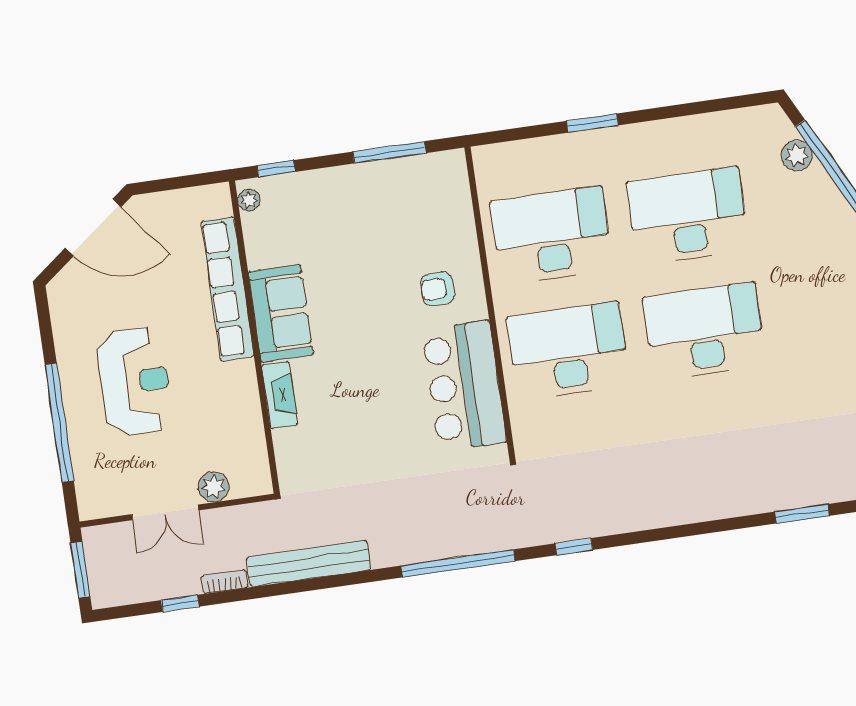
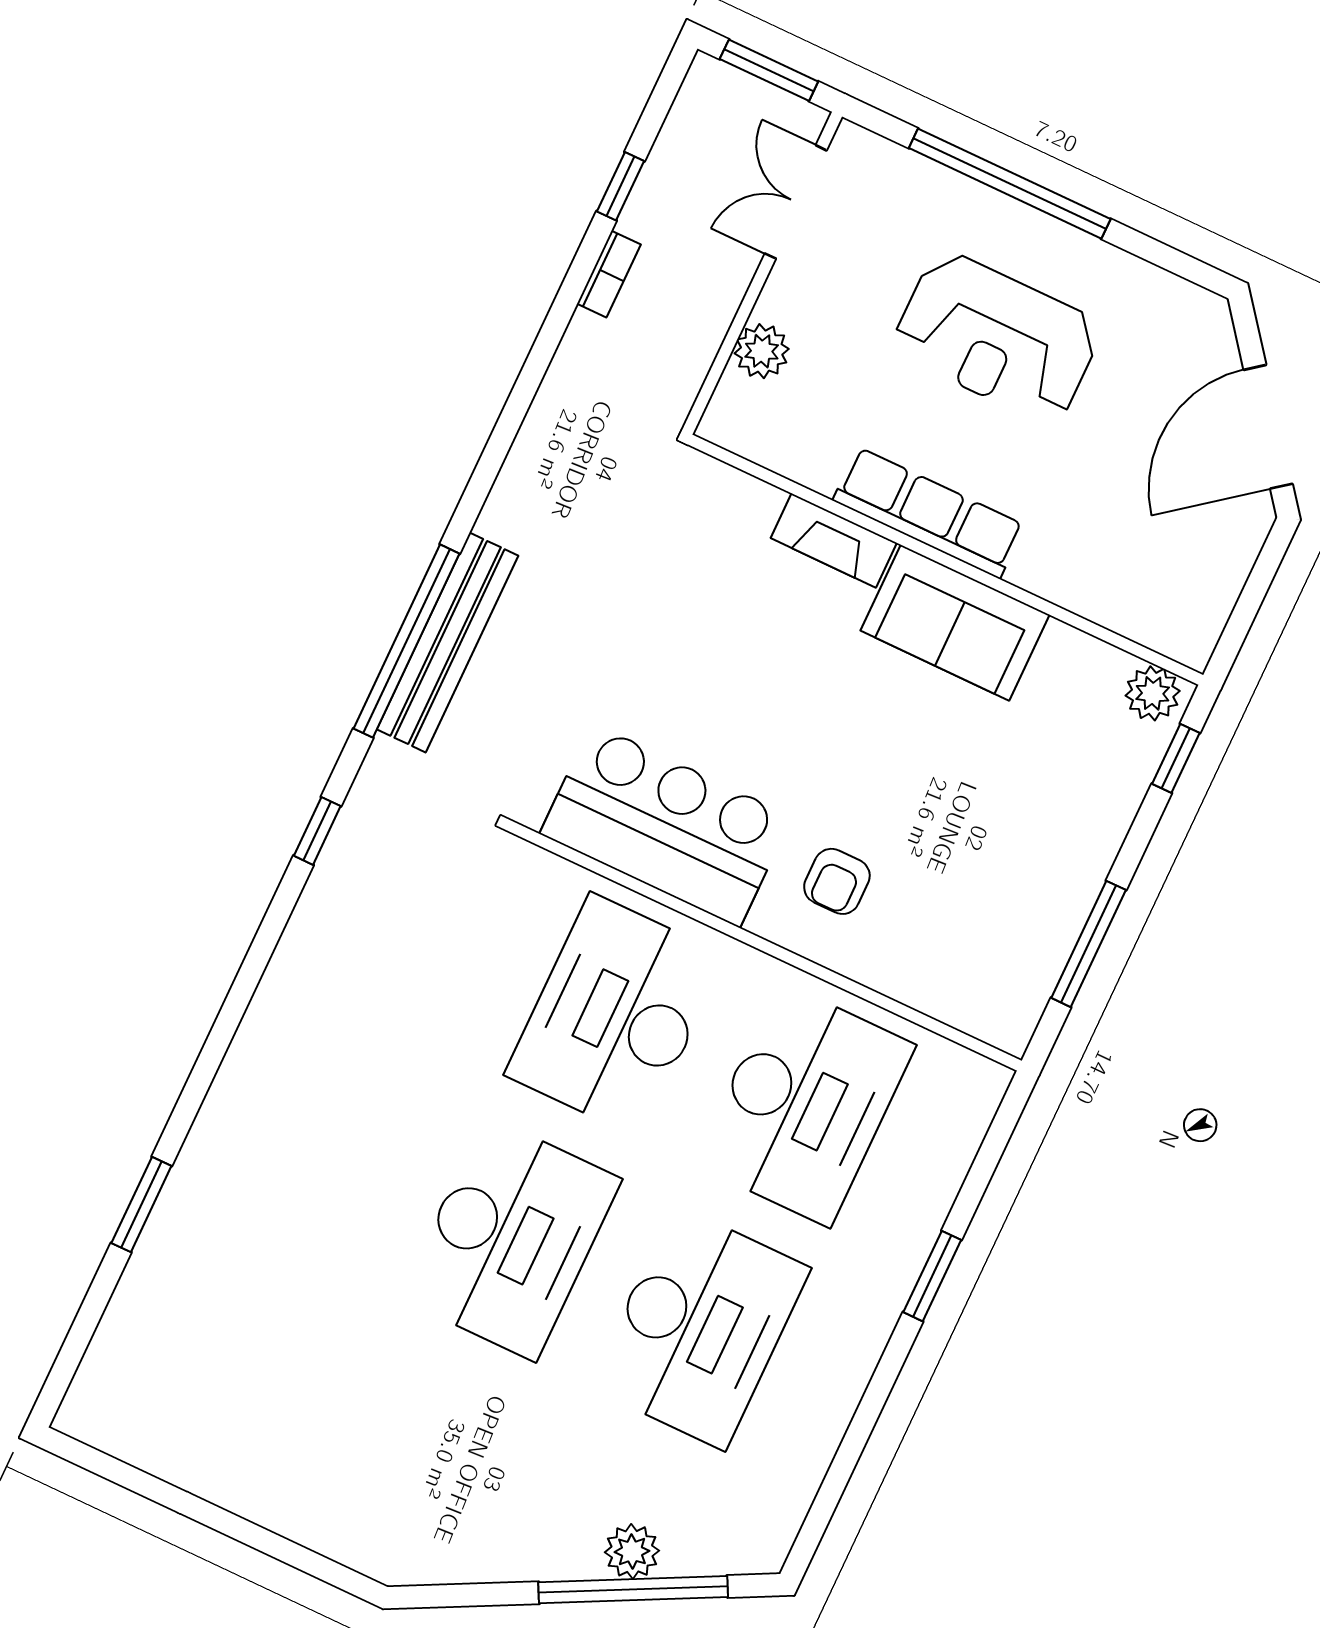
plant: (797, 155) -> (632, 1551), moved
plant: (249, 200) -> (1153, 693), width x1.38, depth x1.38
row of seats: (227, 289) -> (929, 513), moved, width x0.73
armchair: (438, 289) -> (837, 881), turned 180
desk: (568, 351) -> (615, 1015), turned 180
double door: (165, 512) -> (796, 202), moved
bench: (309, 564) -> (448, 643), moved

